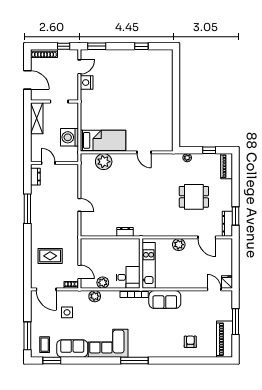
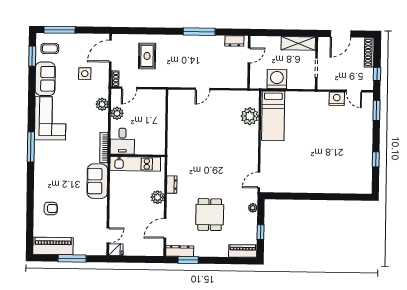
door: (144, 152) -> (259, 180), moved
dresser: (125, 232) -> (172, 185), moved

